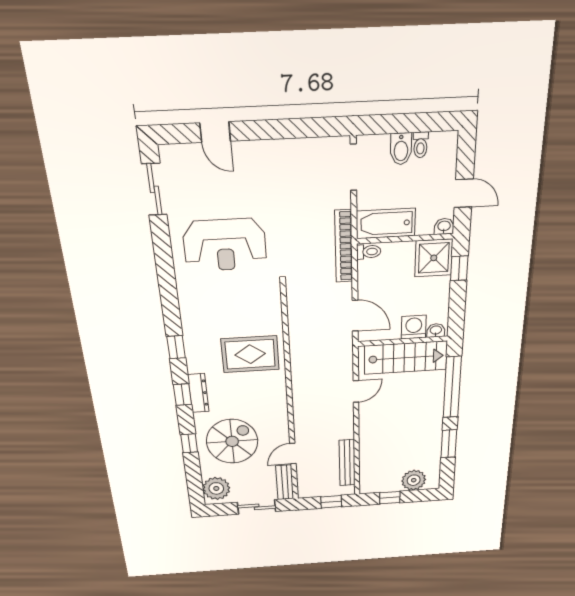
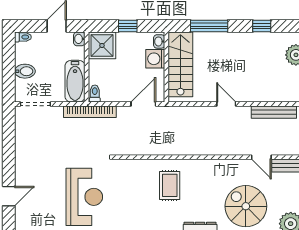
toilet: (421, 145) -> (23, 37), moved
window: (459, 268) -> (128, 26), moved
rug: (250, 354) -> (170, 185), width x0.73, depth x0.70
window: (452, 387) -> (209, 26), width x0.68
door: (356, 392) -> (226, 104), moved
window: (449, 444) -> (262, 26), width x0.67

